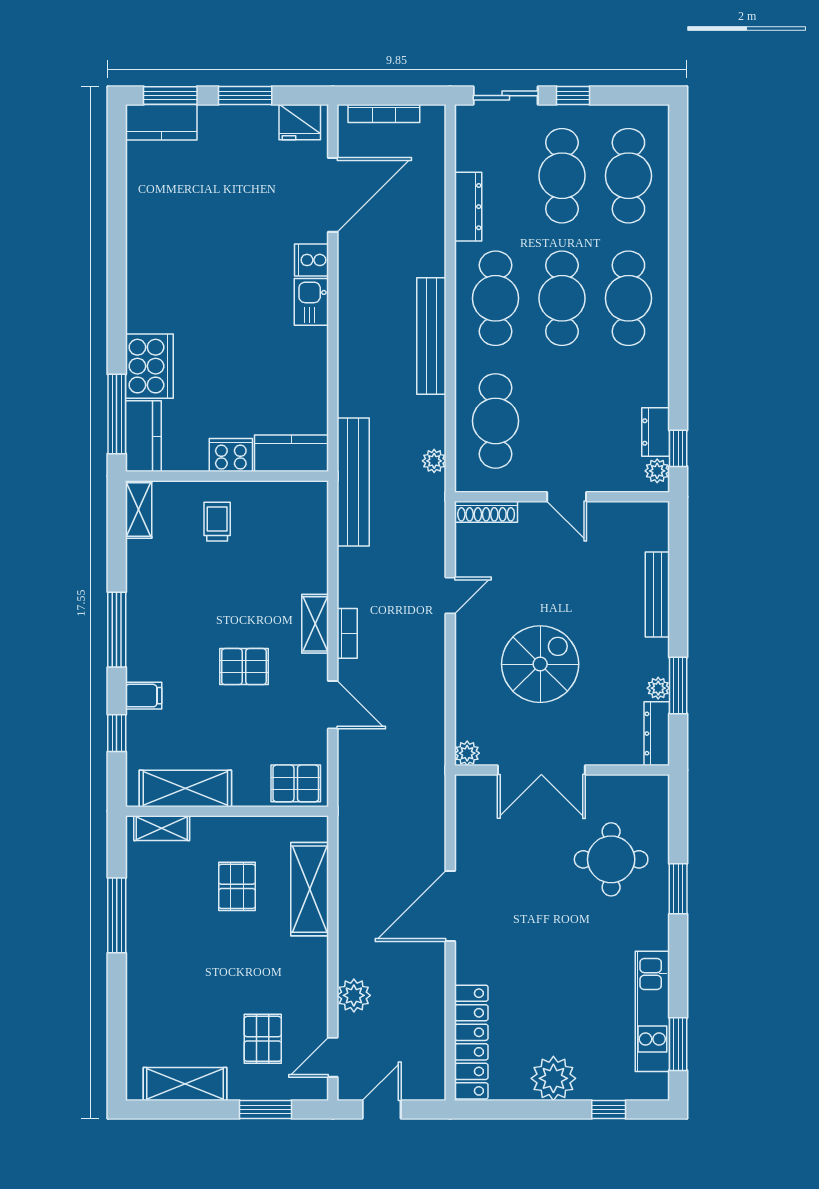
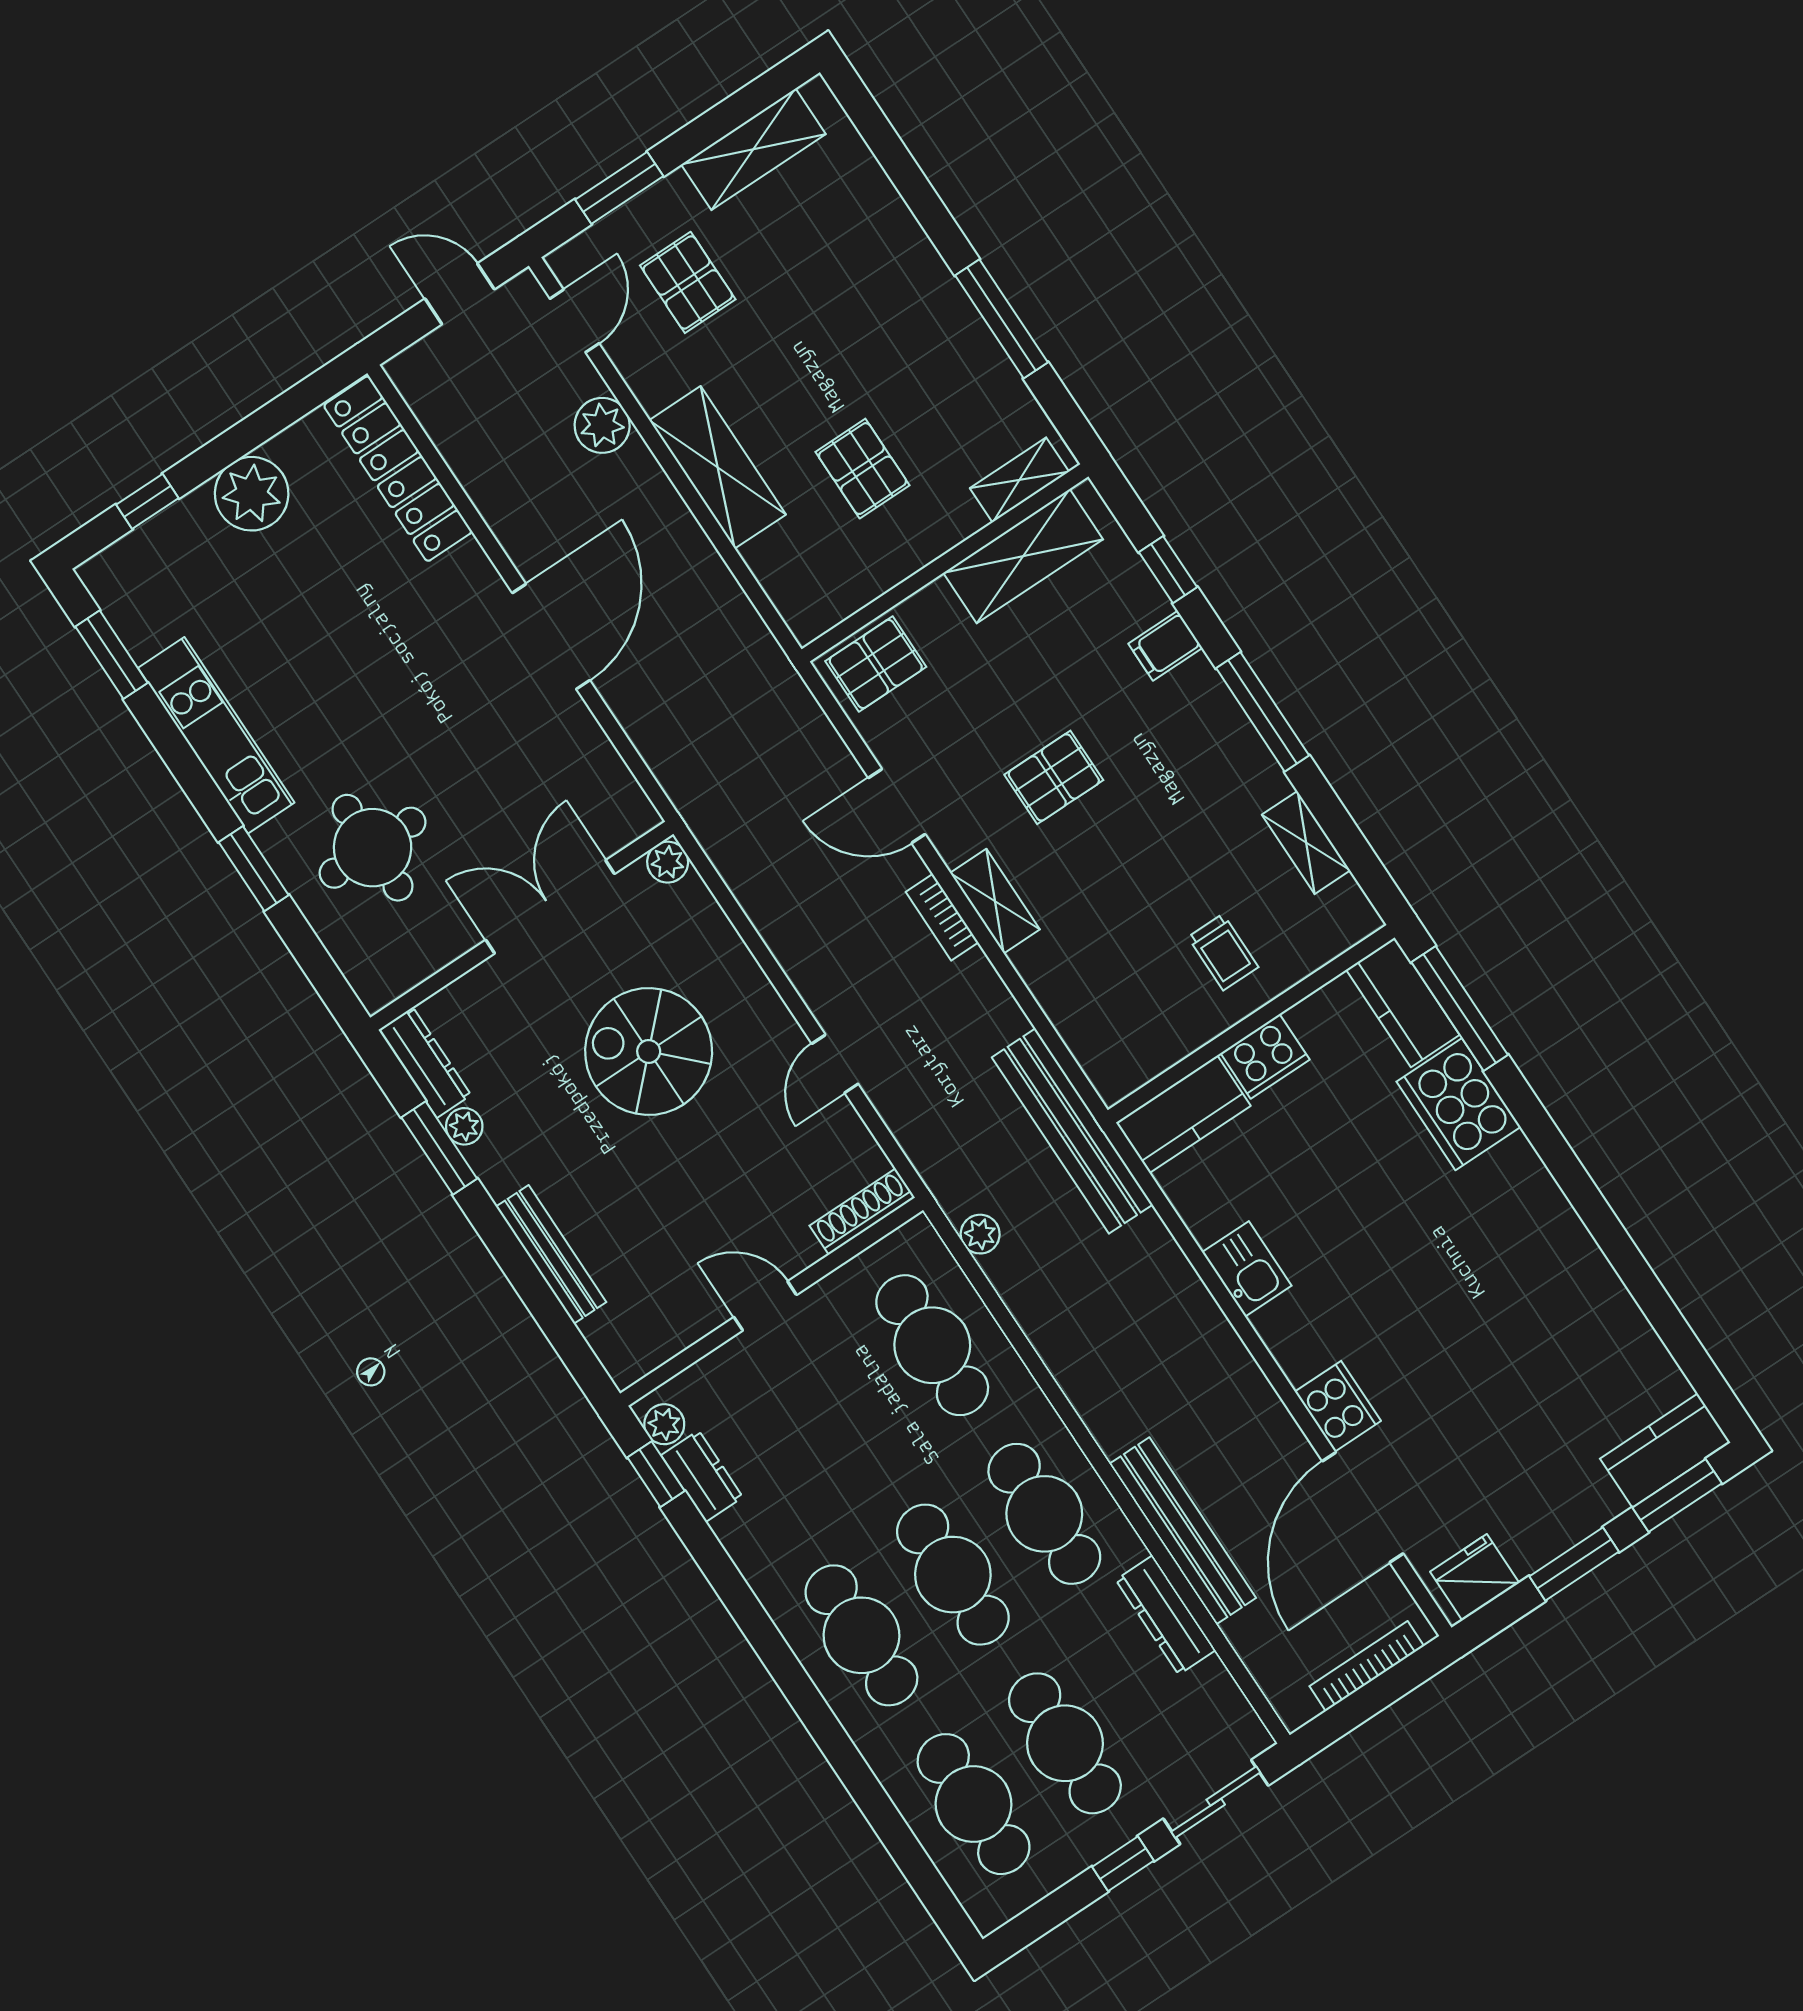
cooker: (311, 260) -> (1338, 1406), width x1.36
kitchen sink: (311, 302) -> (1247, 1269), moved
bench: (431, 336) -> (1183, 1531), moved
shelving: (139, 509) -> (1306, 842), moved
spiral stairs: (540, 664) -> (649, 1051), turned 90
shelving: (310, 889) -> (718, 467), moved
kitchen unit: (652, 1011) -> (216, 735), moved
door: (382, 1109) -> (460, 294), swing flipped

